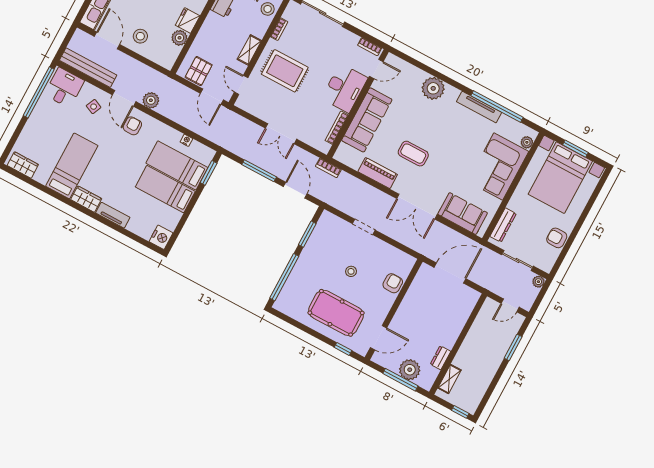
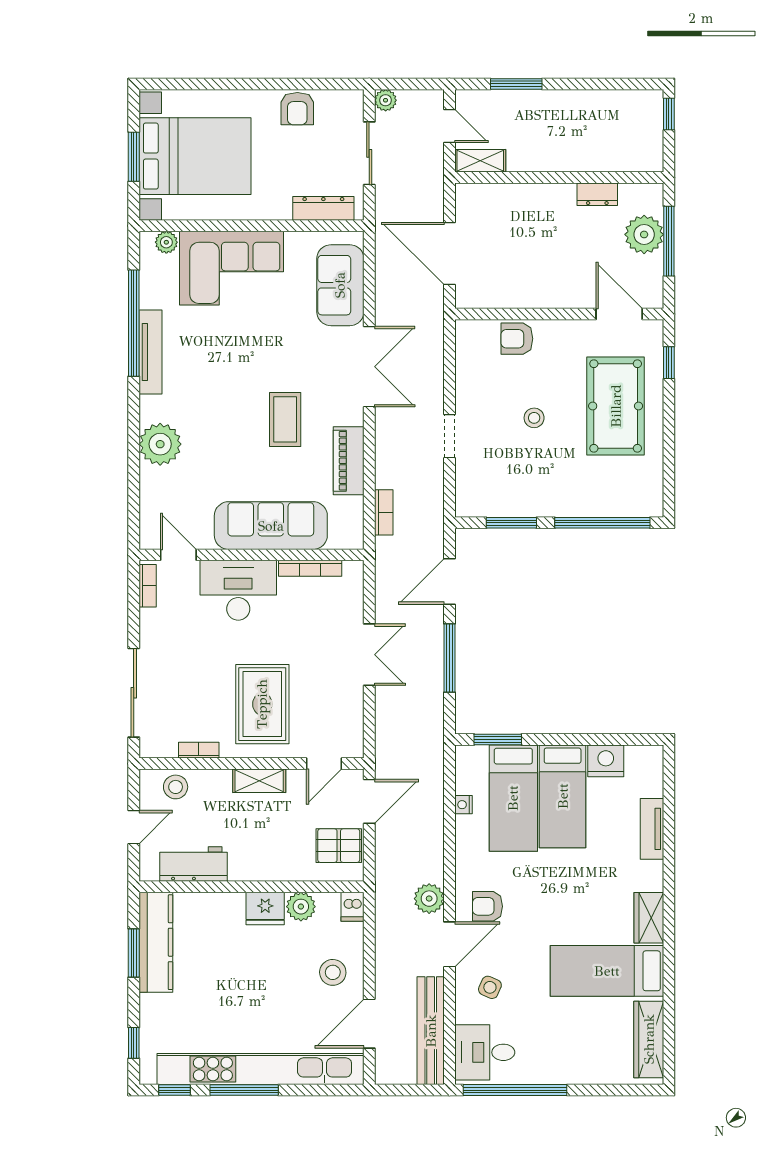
dishwasher: (166, 62) -> (352, 907), added
wardrobe: (23, 165) -> (649, 1039), width x1.50
bookcase: (328, 168) -> (384, 512), moved
tv unit: (113, 215) -> (652, 829), moved
nightstand: (161, 237) -> (606, 761), moved
shelving: (449, 379) -> (480, 161), moved

